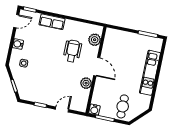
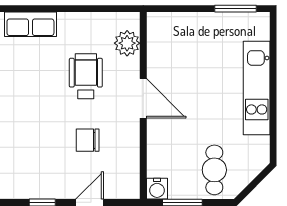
chair: (67, 81) -> (88, 140), added
plant: (86, 83) -> (128, 137), removed

